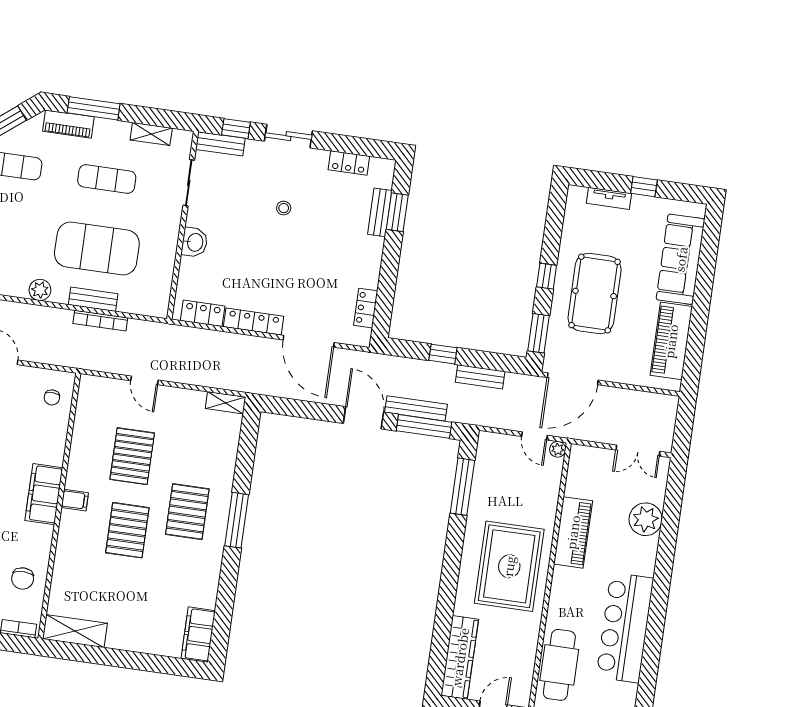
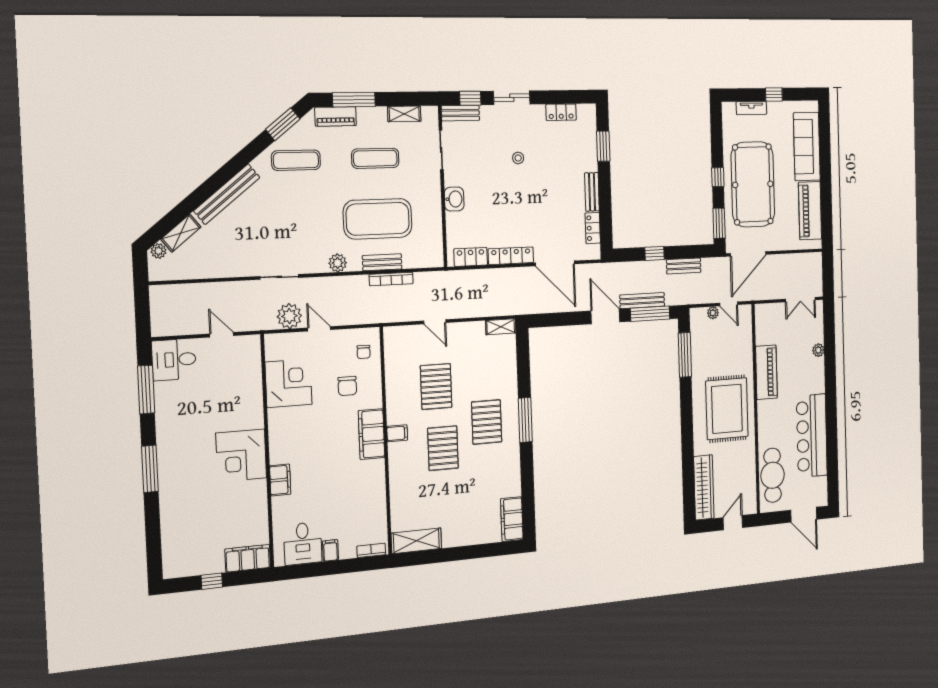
bench: (380, 212) -> (592, 192), moved
pool table: (595, 293) -> (753, 184), width x1.36, depth x1.32
plant: (558, 449) -> (713, 313), moved
plant: (646, 519) -> (818, 350), width x0.53, depth x0.53
chair: (23, 579) -> (347, 386), moved

